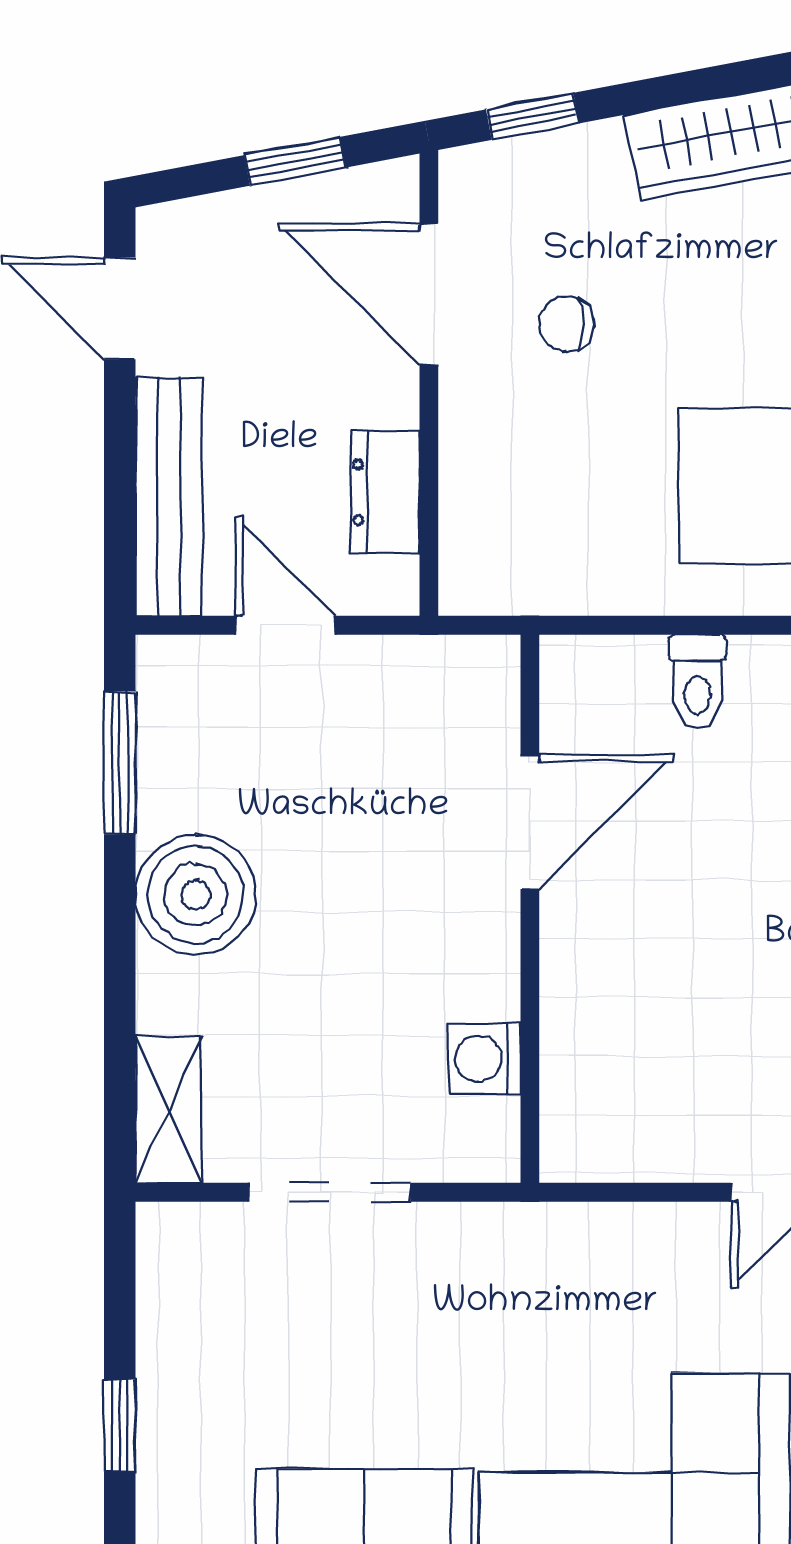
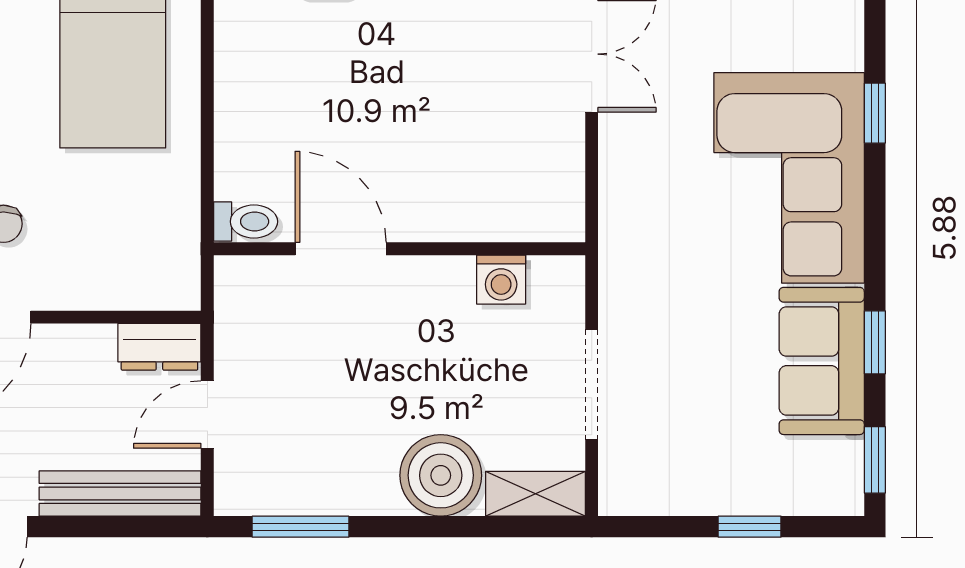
dresser: (385, 492) -> (159, 347), moved
toilet: (698, 682) -> (246, 222), moved
boiler: (195, 895) -> (441, 475), moved

